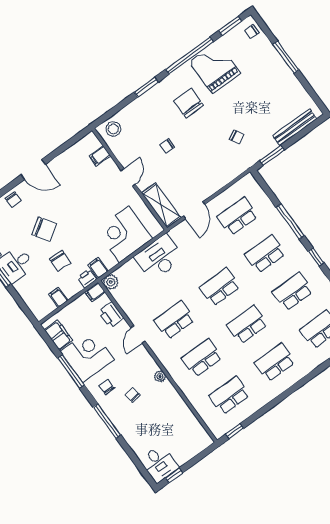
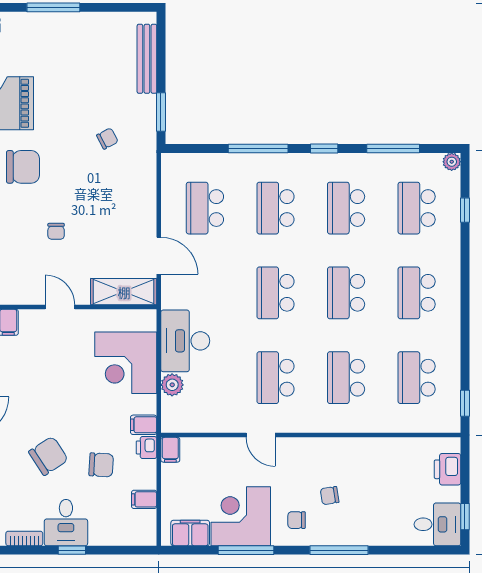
chair: (189, 103) -> (23, 167), turned 180
plant: (111, 282) -> (172, 385), moved
printer: (111, 315) -> (447, 469), moved, turned 90
plant: (160, 376) -> (332, 446), removed

